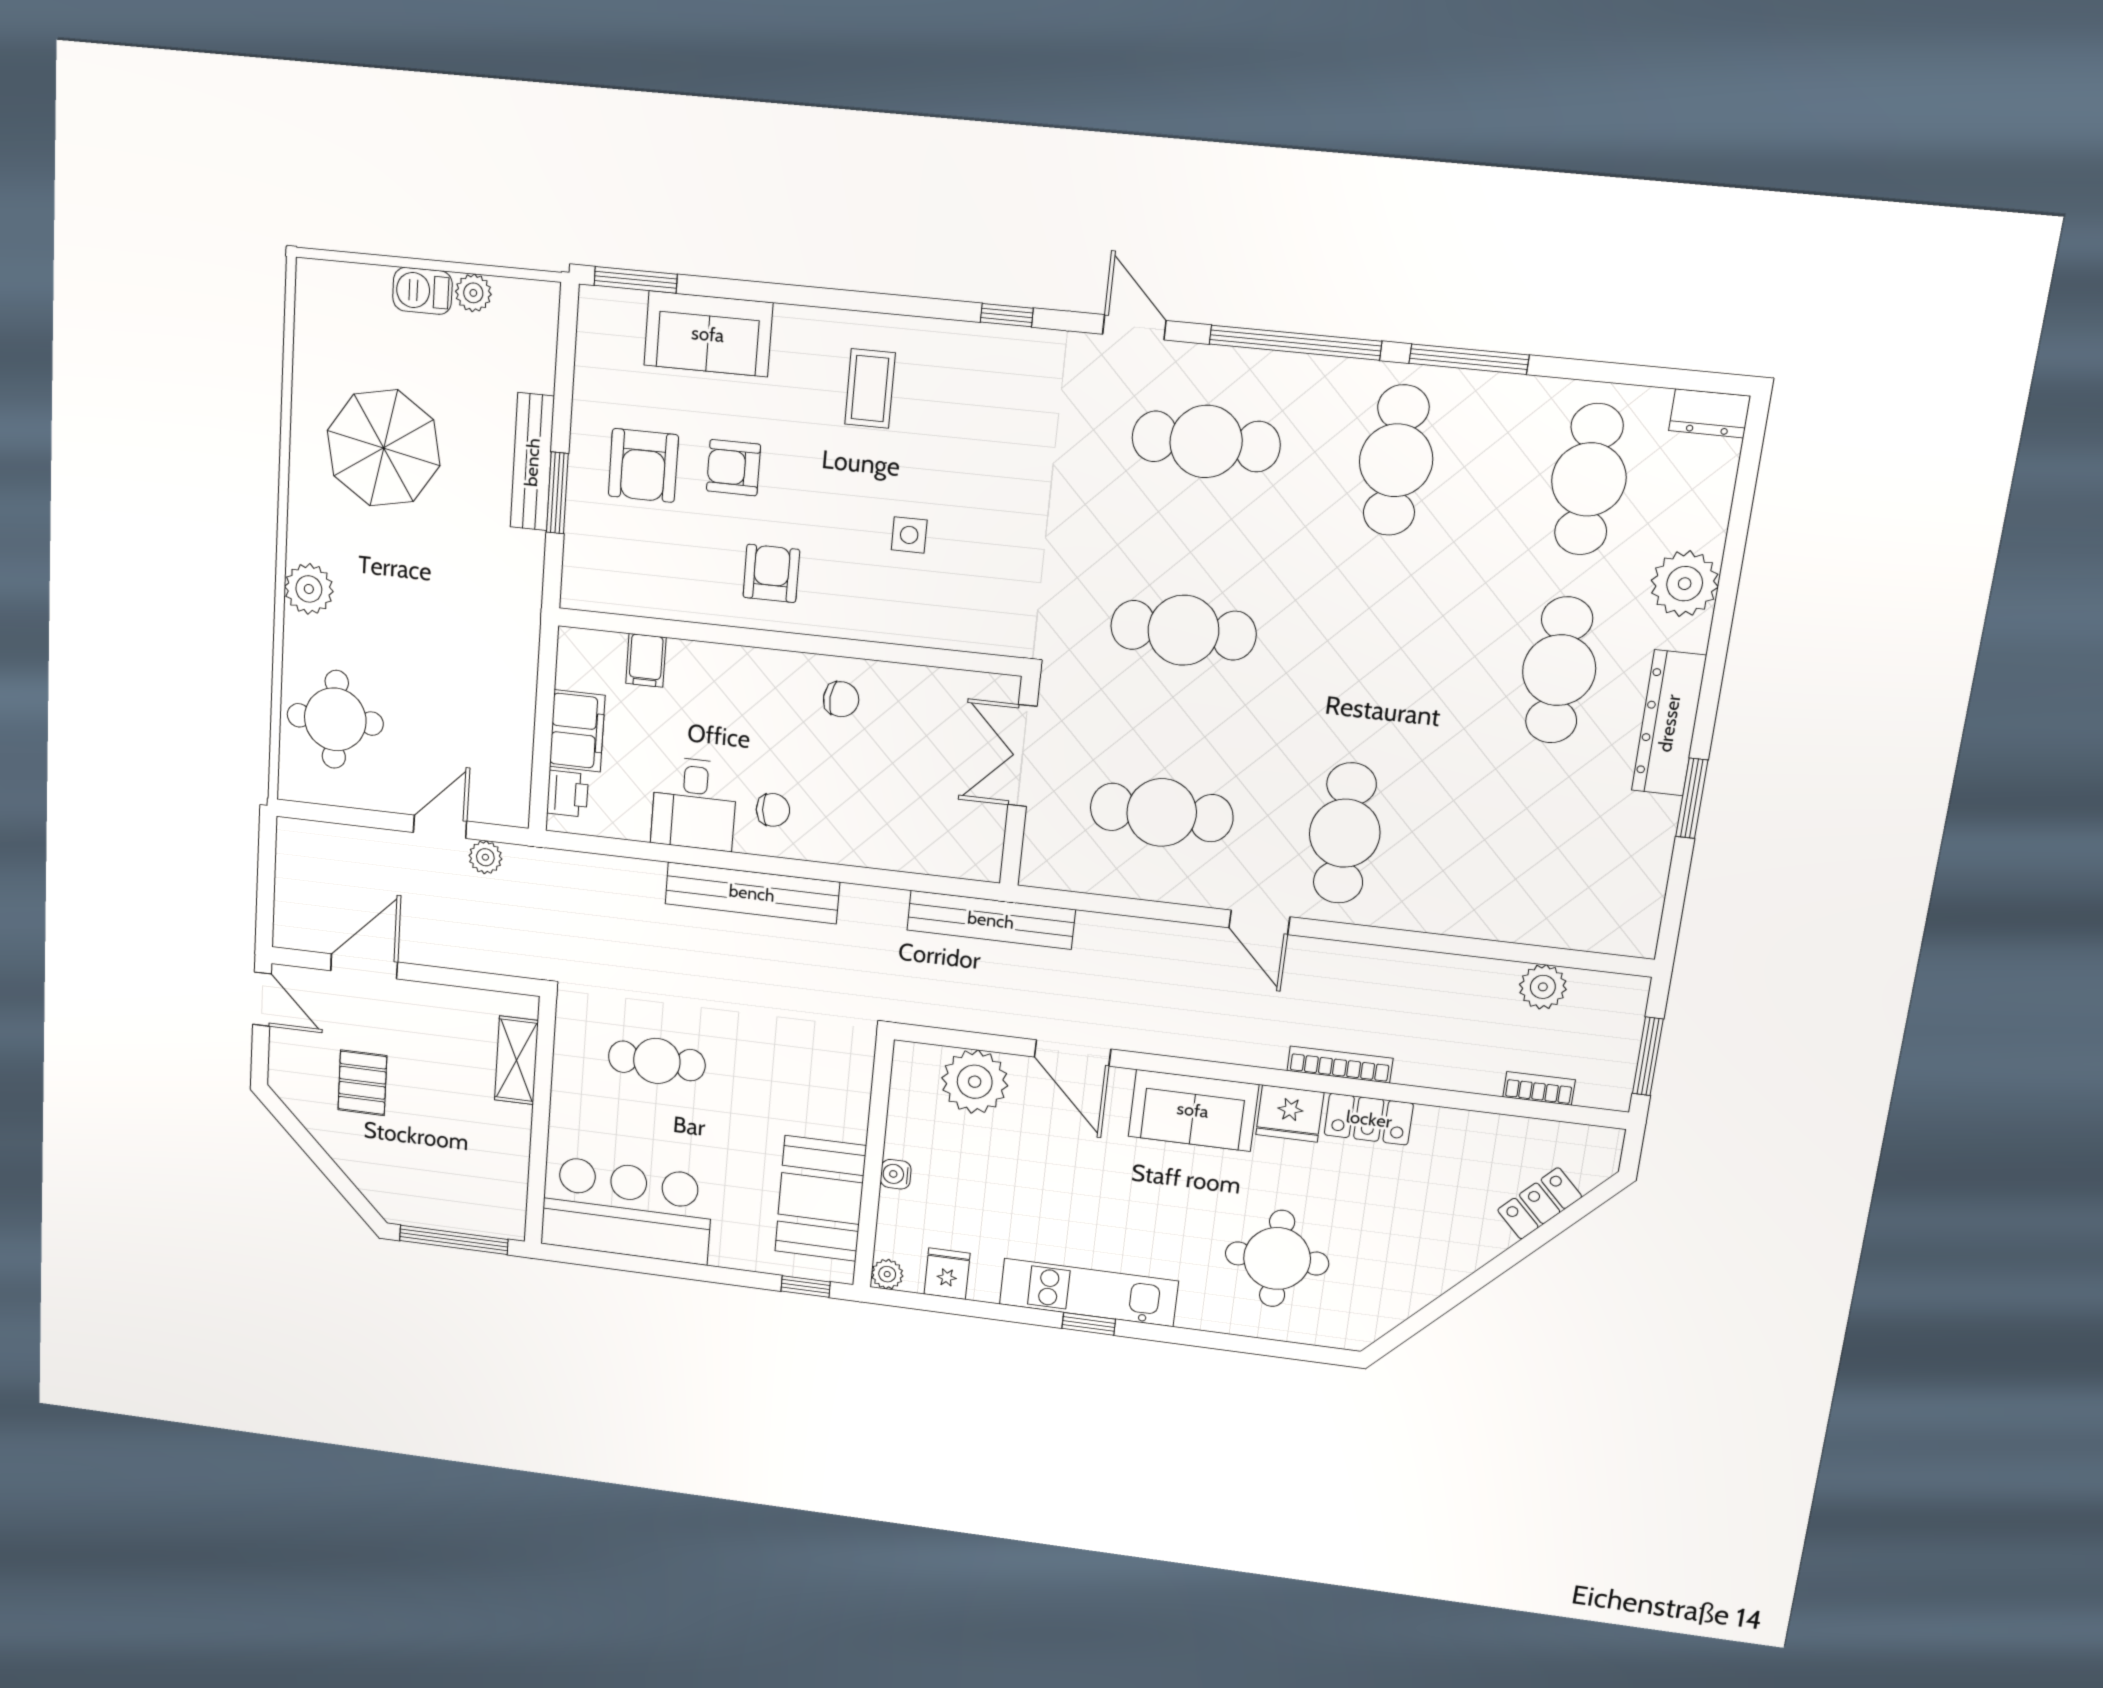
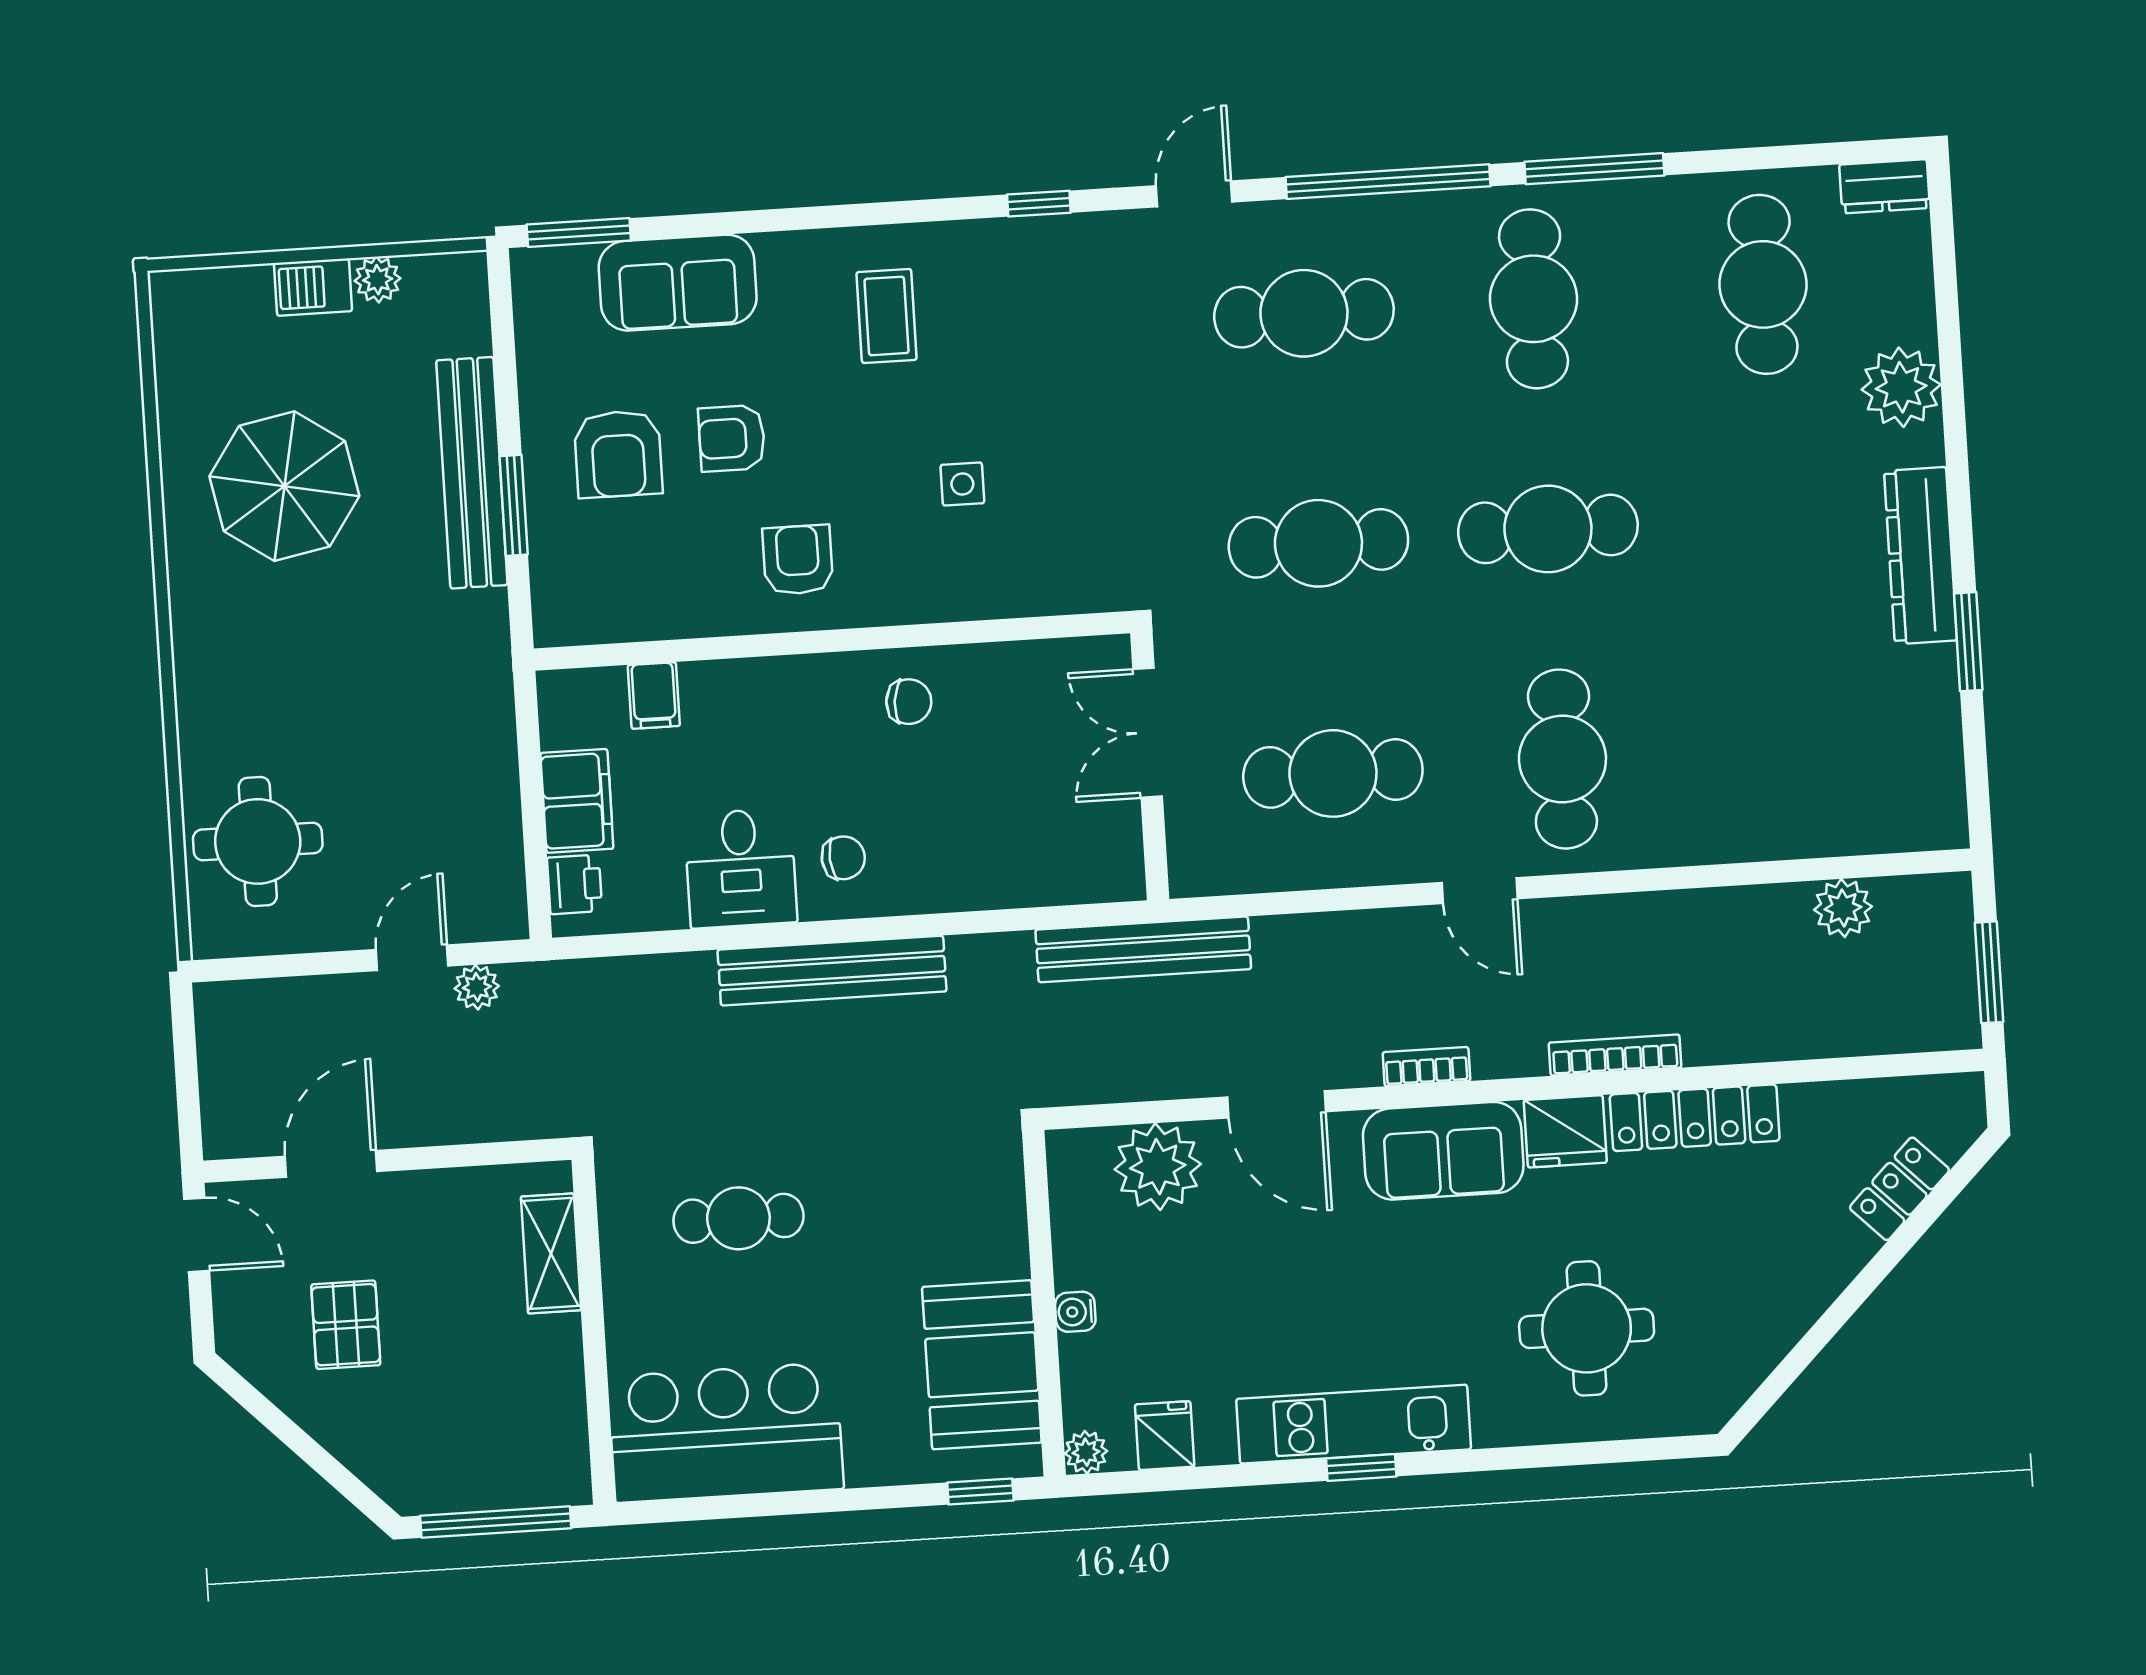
door: (1134, 327) -> (1194, 194), hinge flipped
bench: (532, 462) -> (472, 473), width x1.37, depth x1.21
plant: (309, 589) -> (206, 679), removed
cafe table: (1559, 670) -> (1548, 529), moved, turned 90
bookcase: (1539, 1088) -> (1426, 1067), moved
locker: (1369, 1119) -> (1695, 1118), width x1.53

